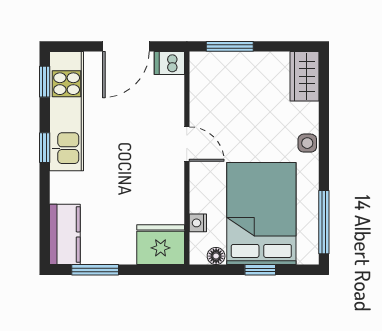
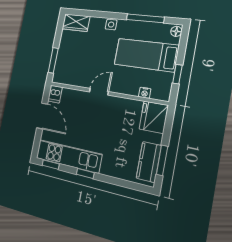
bed: (261, 214) -> (146, 55), width x0.67
window: (324, 222) -> (145, 18), moved
kitchen counter: (65, 234) -> (149, 162), moved, turned -90
floor lamp: (216, 256) -> (176, 31), moved
window: (260, 270) -> (177, 74), moved

